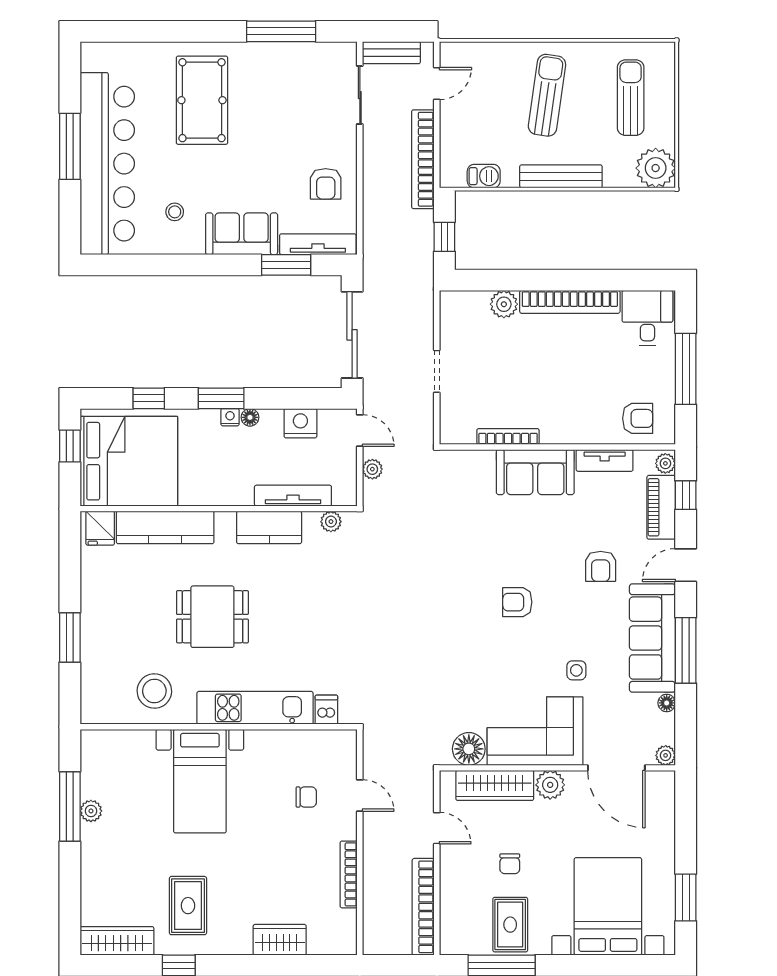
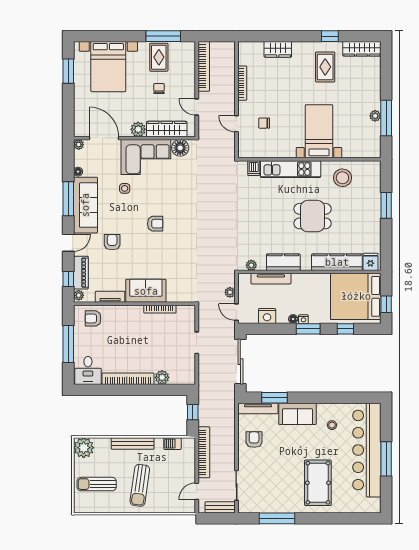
sun lounger: (631, 98) -> (97, 484), turned 90

